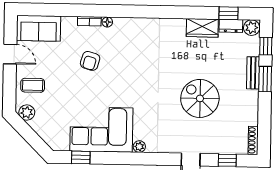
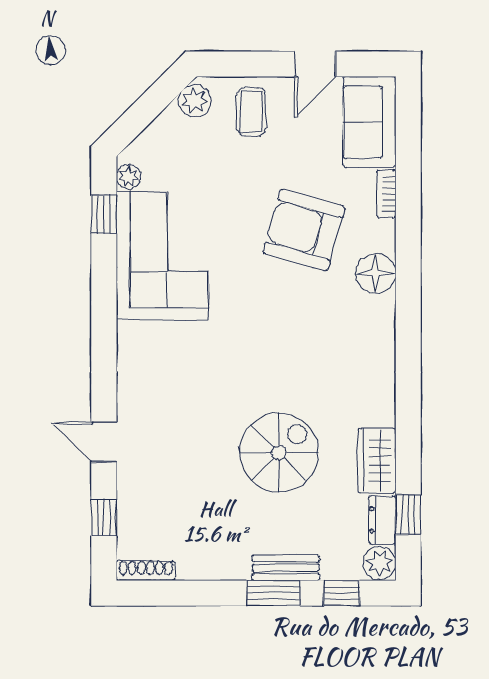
bookcase: (89, 21) -> (386, 194), moved
floor lamp: (107, 22) -> (376, 273), width x1.89, depth x1.89
armchair: (90, 61) -> (304, 230), width x1.88, depth x1.88
spiral stairs: (200, 98) -> (279, 453), moved
plant: (139, 147) -> (129, 177), moved

